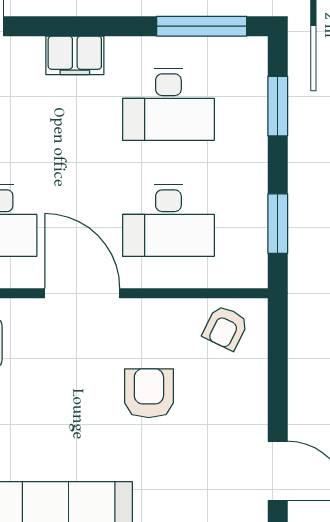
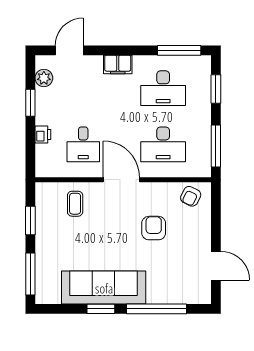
window: (278, 224) -> (216, 146), width x1.44

